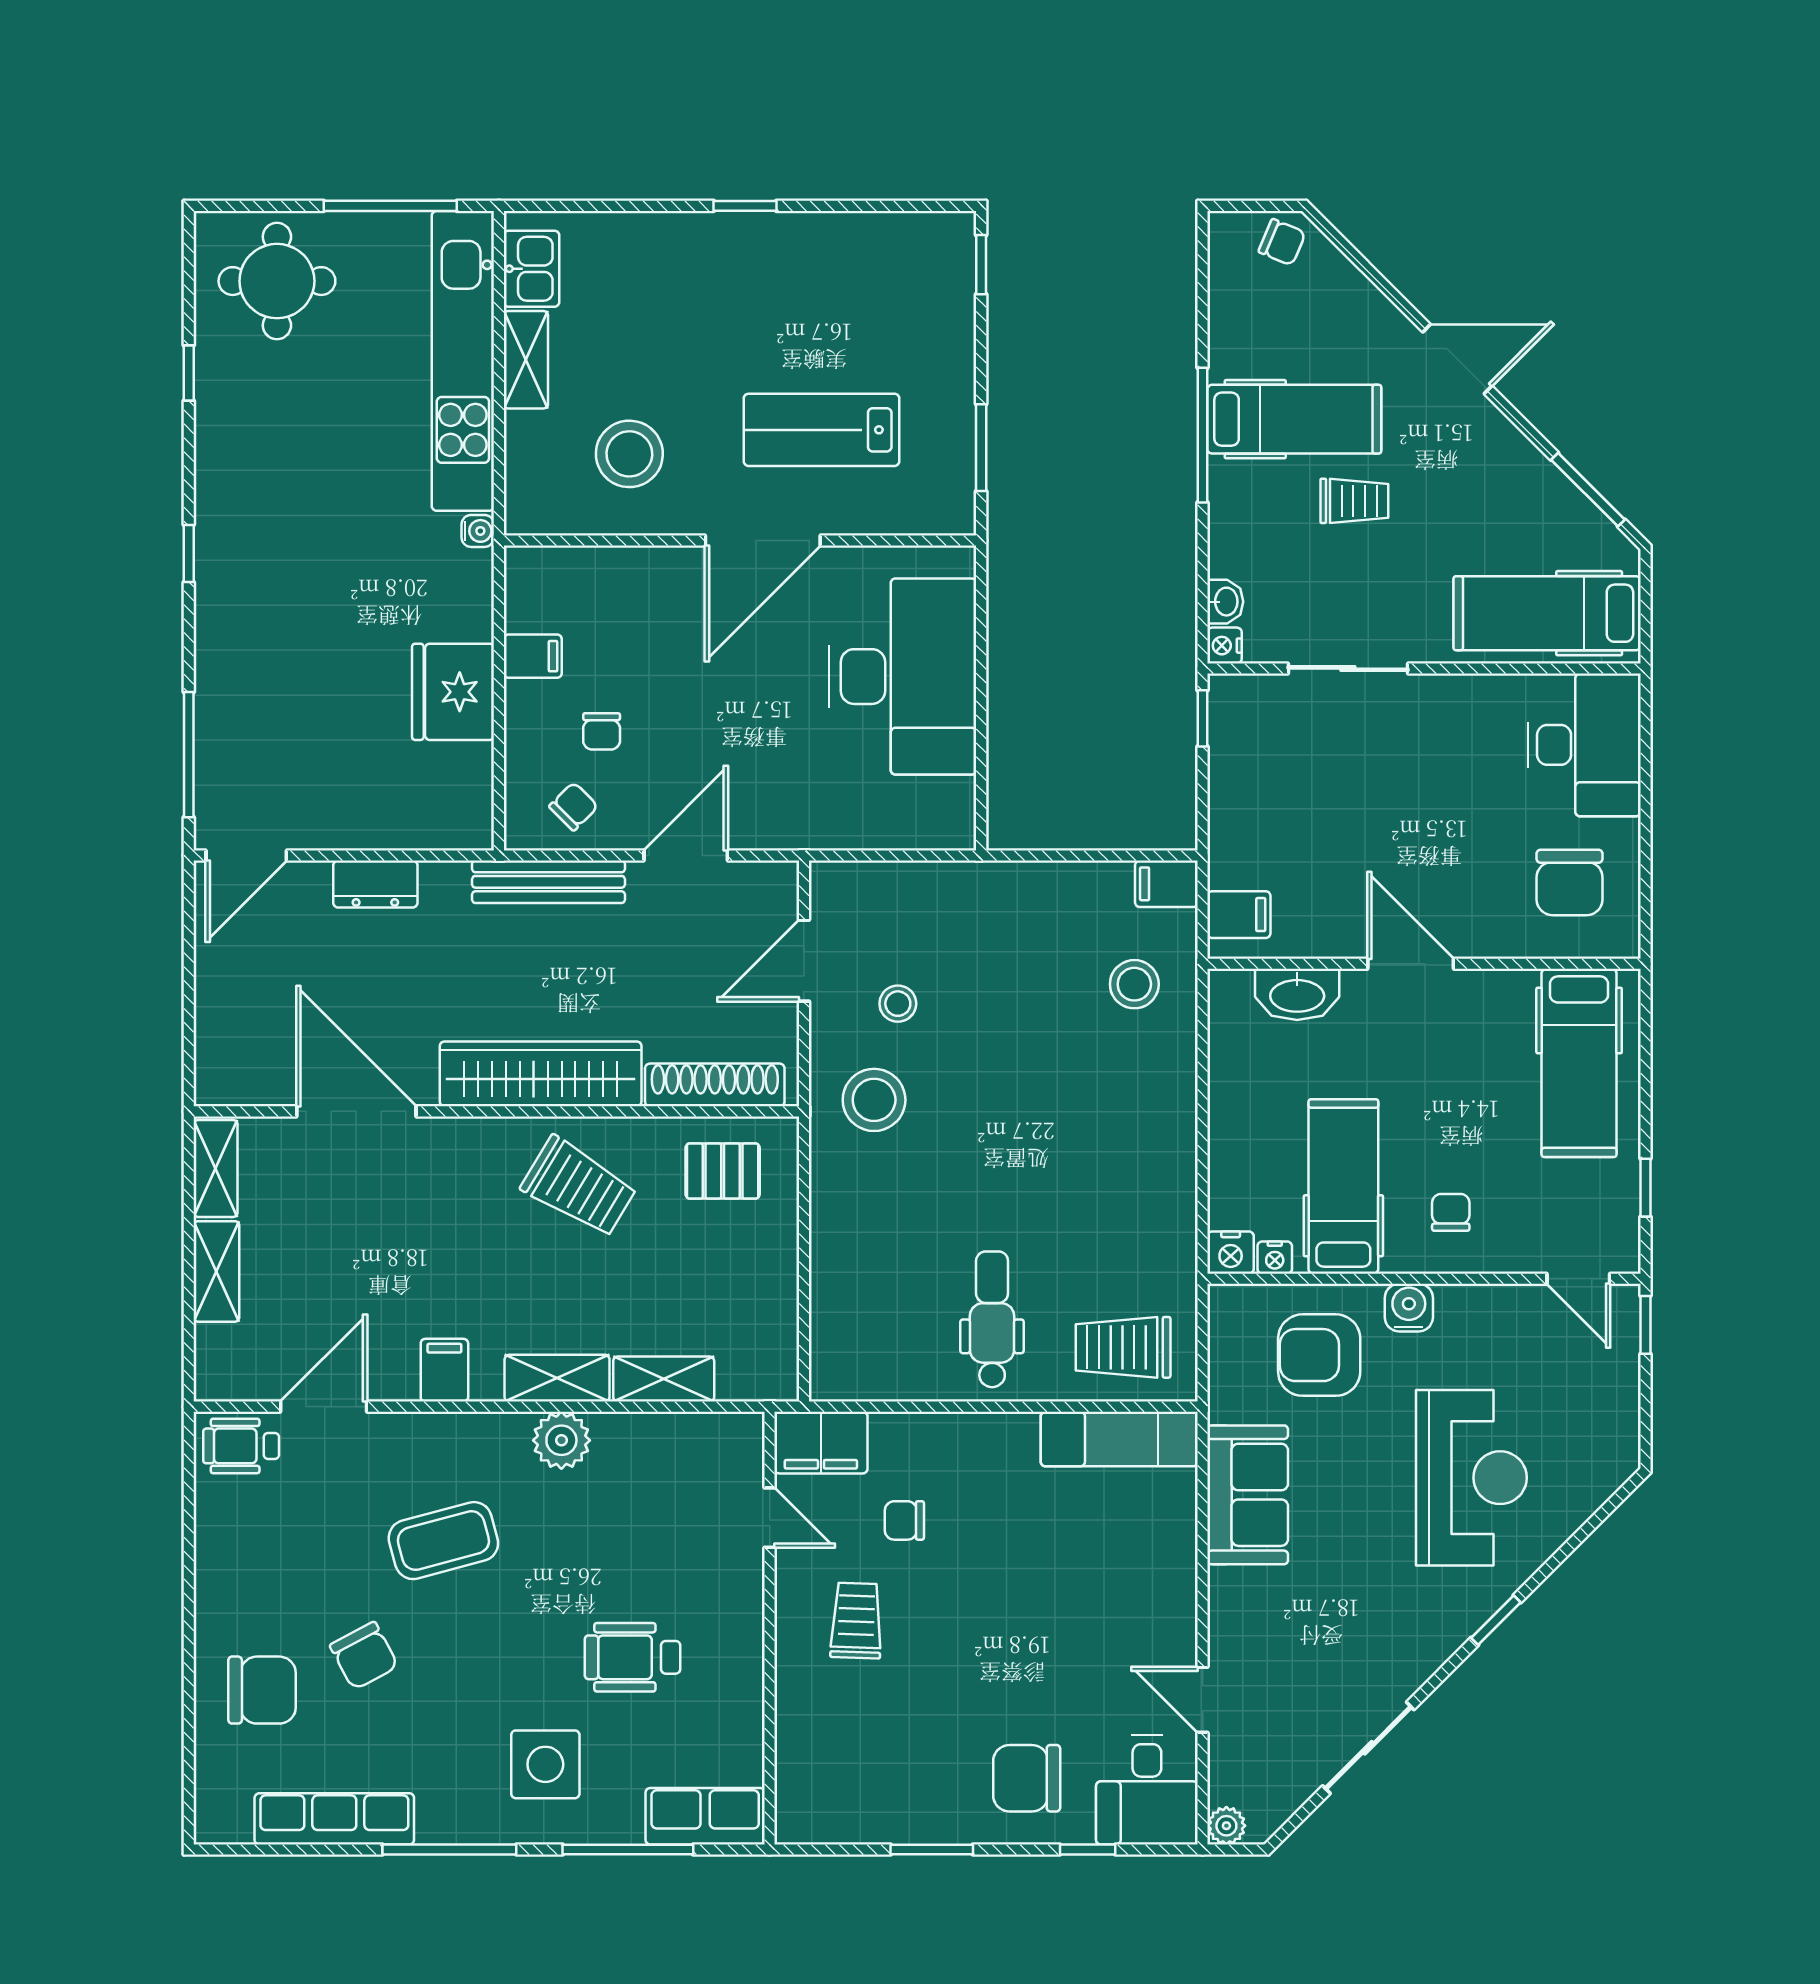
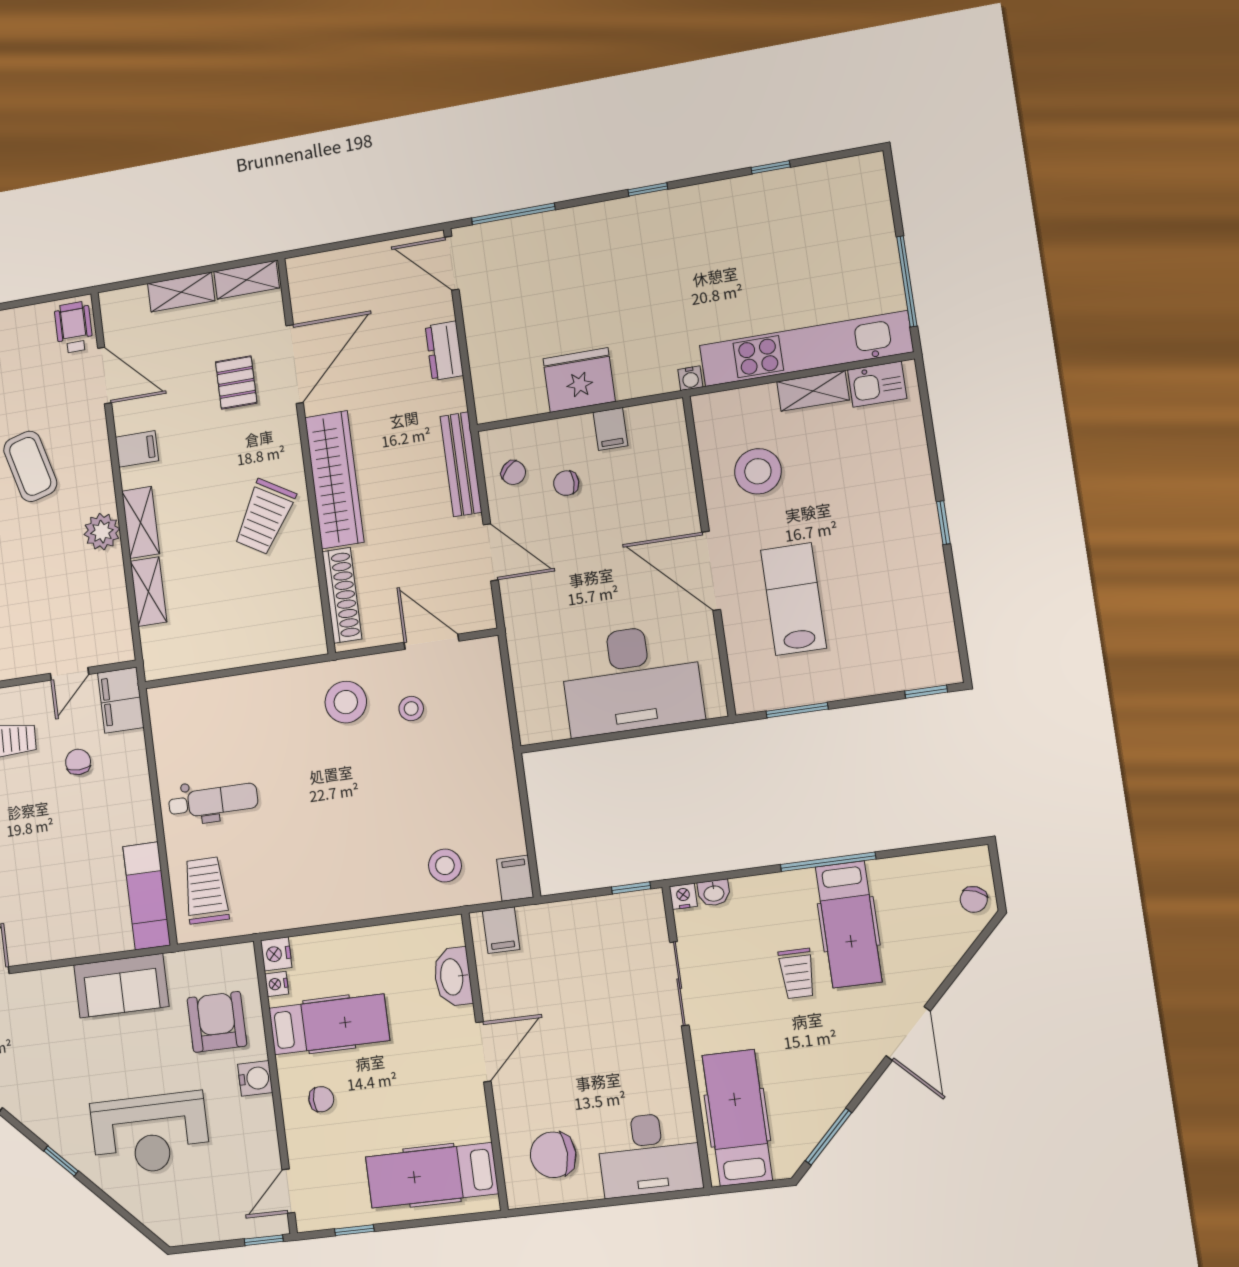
round table: (277, 281) -> (843, 214), removed
pallet: (723, 1171) -> (236, 382), moved

